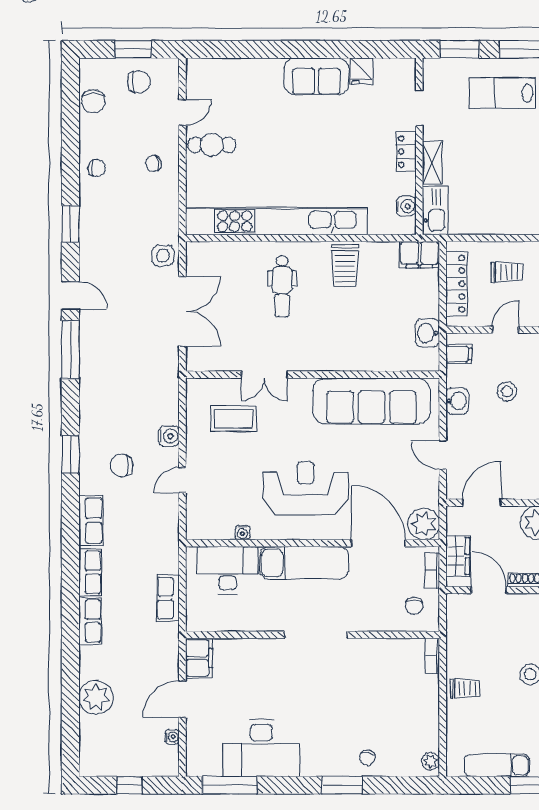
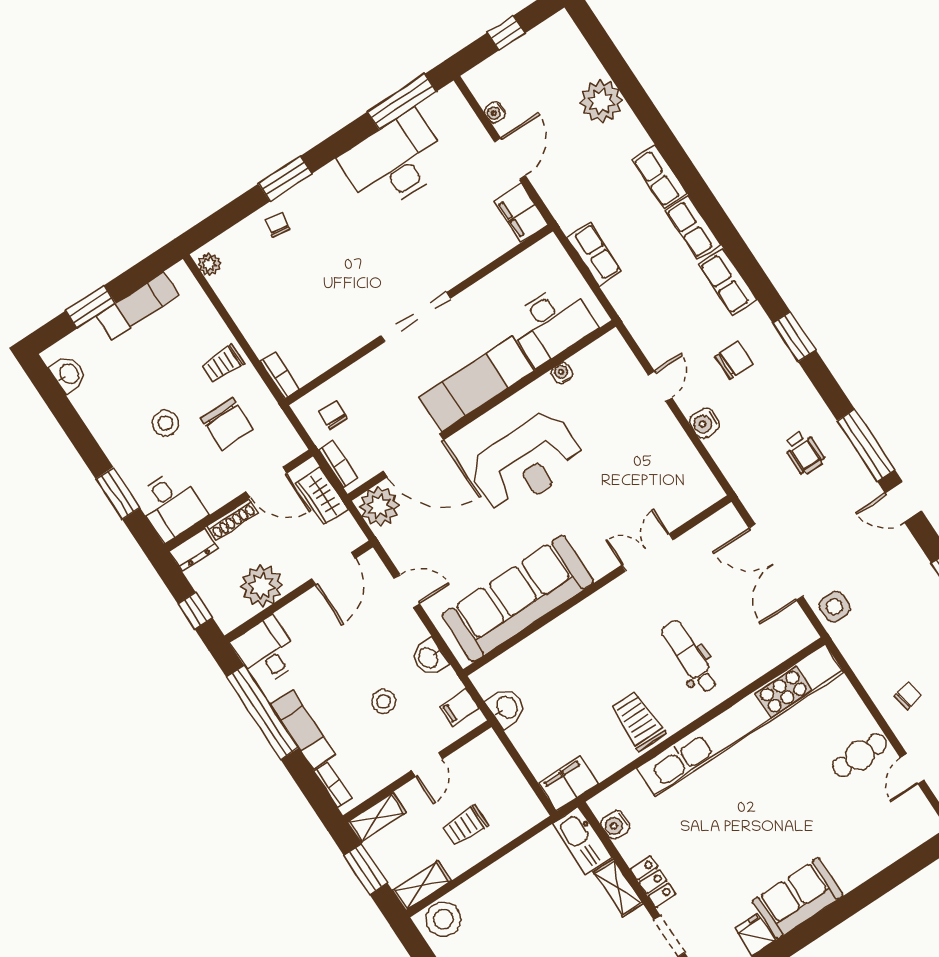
locker: (457, 284) -> (510, 779), removed
wheelchair: (115, 372) -> (804, 453), added
coffee table: (233, 419) -> (649, 485), removed
chair: (489, 647) -> (227, 424), added

